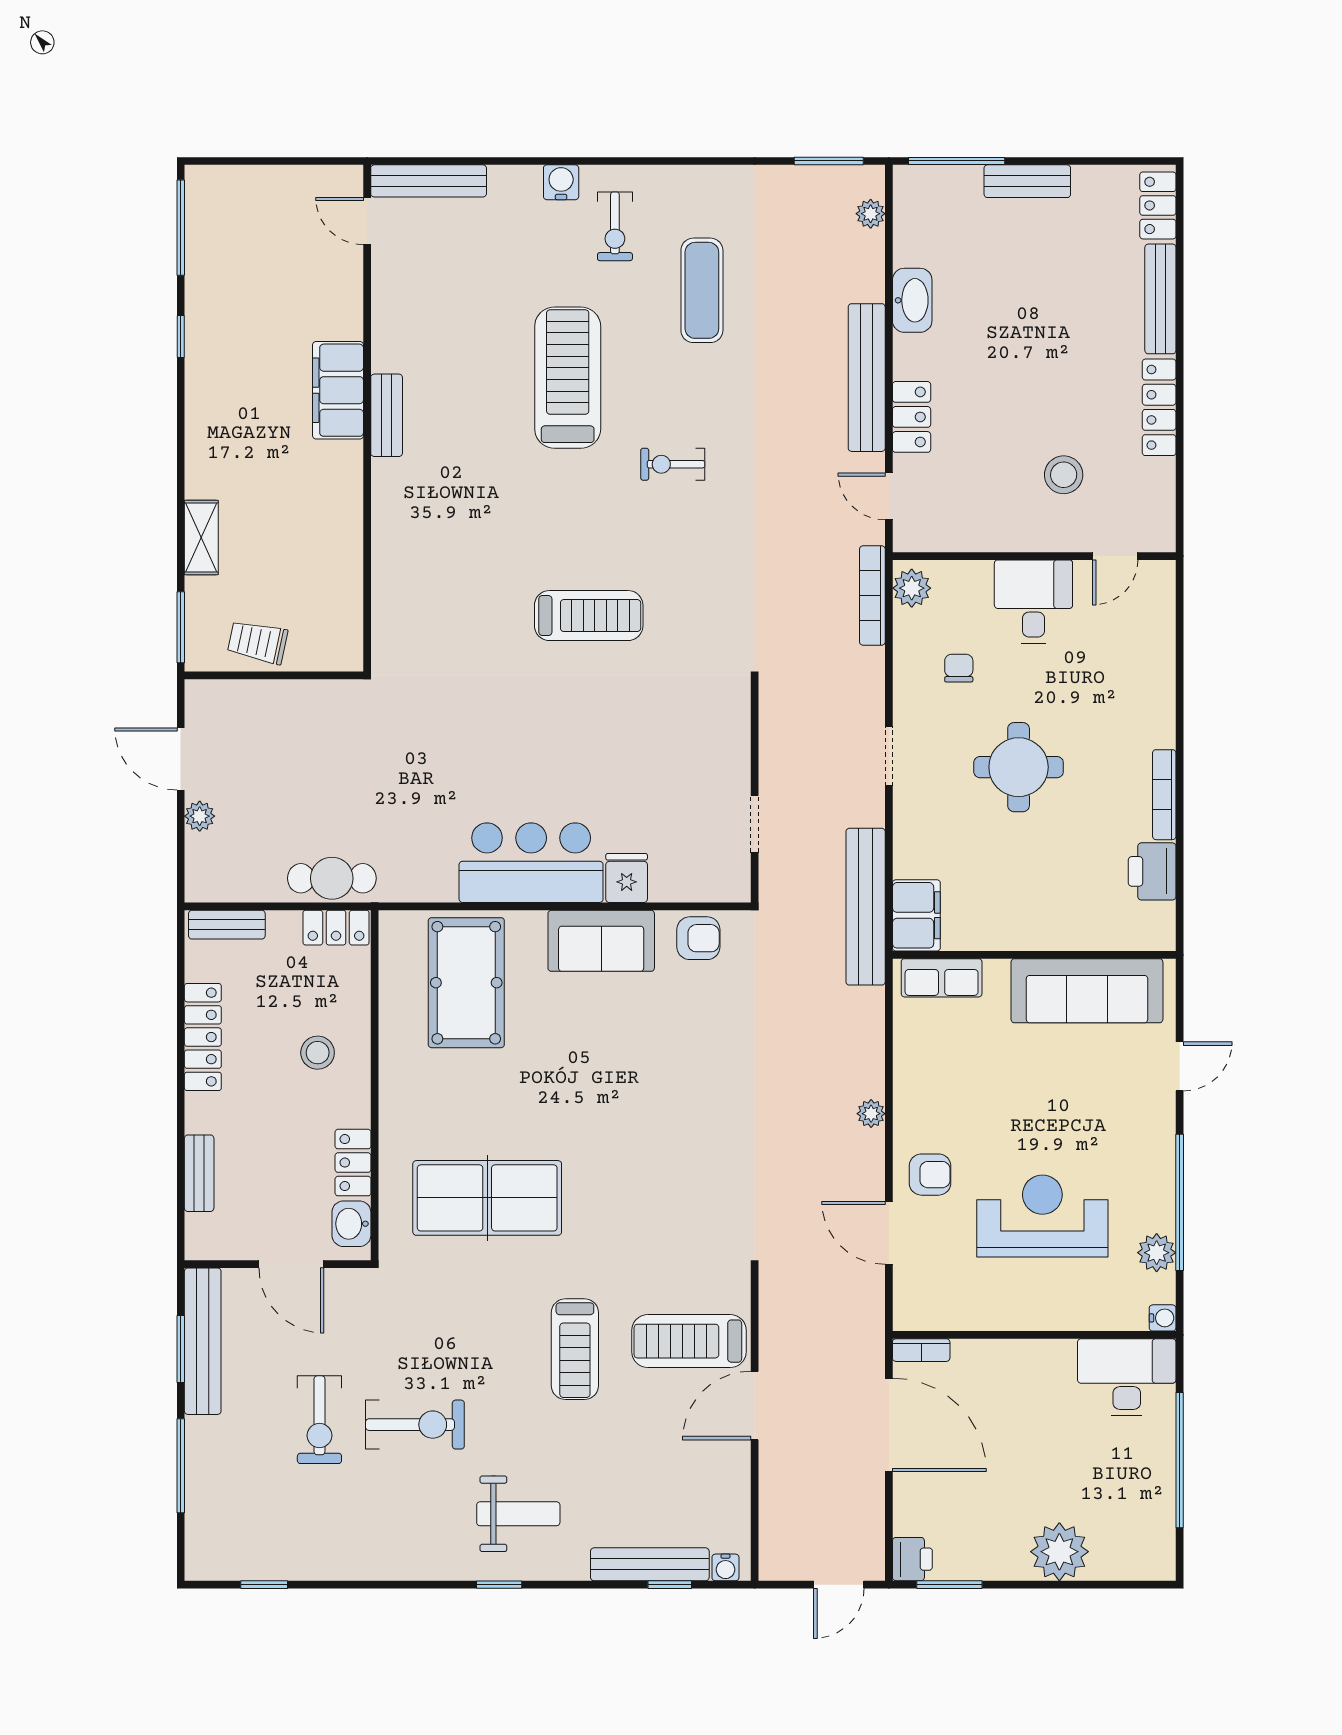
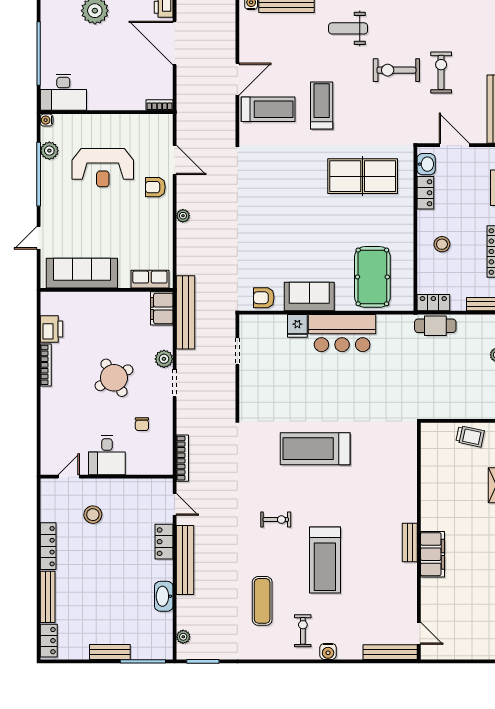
plant: (912, 588) -> (164, 359), moved
treadmill: (589, 616) -> (315, 449), width x1.37, depth x1.38
round table: (1019, 767) -> (114, 378), turned -30
door: (889, 1425) -> (175, 43), moved

